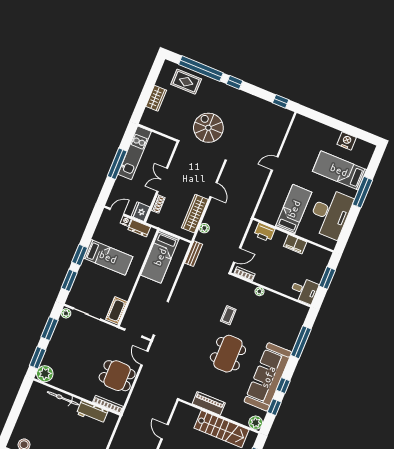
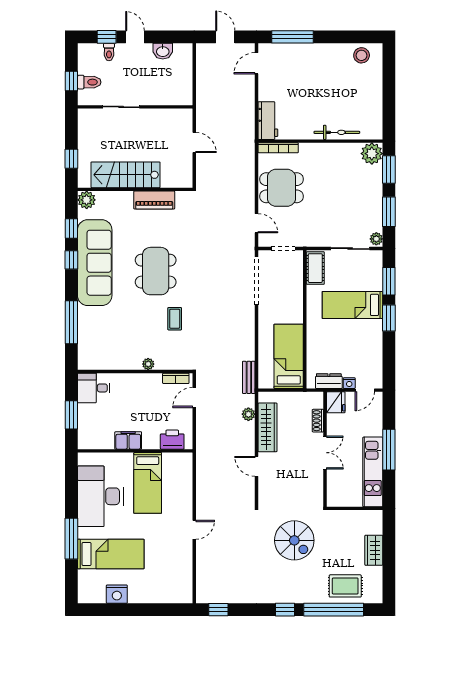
bed: (108, 257) -> (352, 305), moved
workbench: (92, 412) -> (268, 121), moved, turned 90

